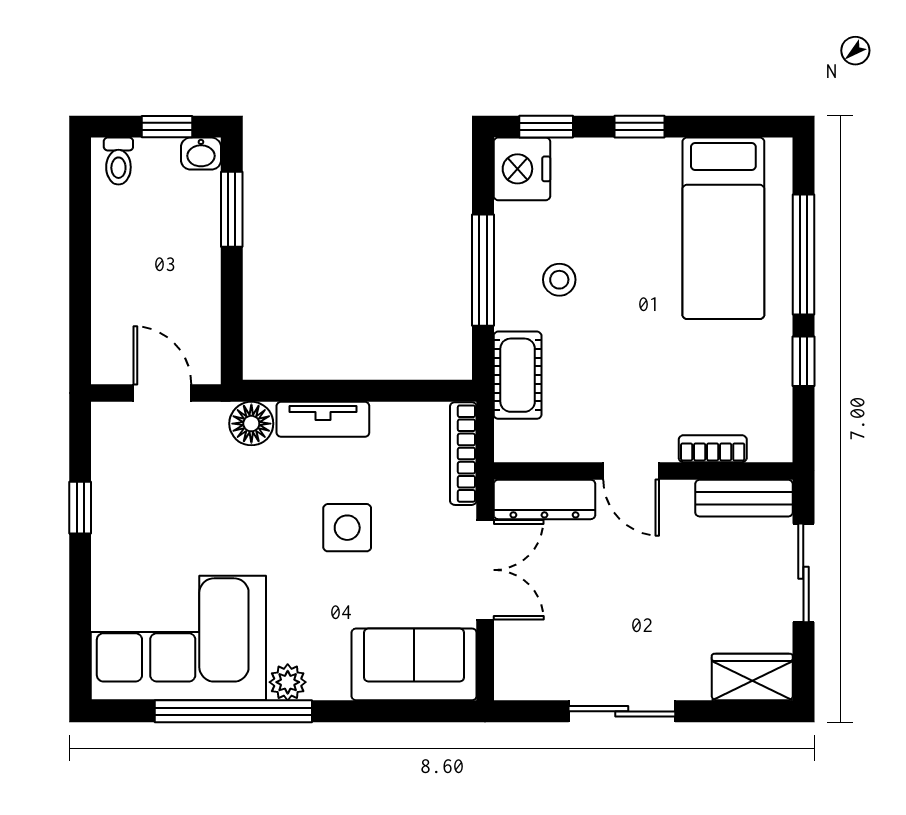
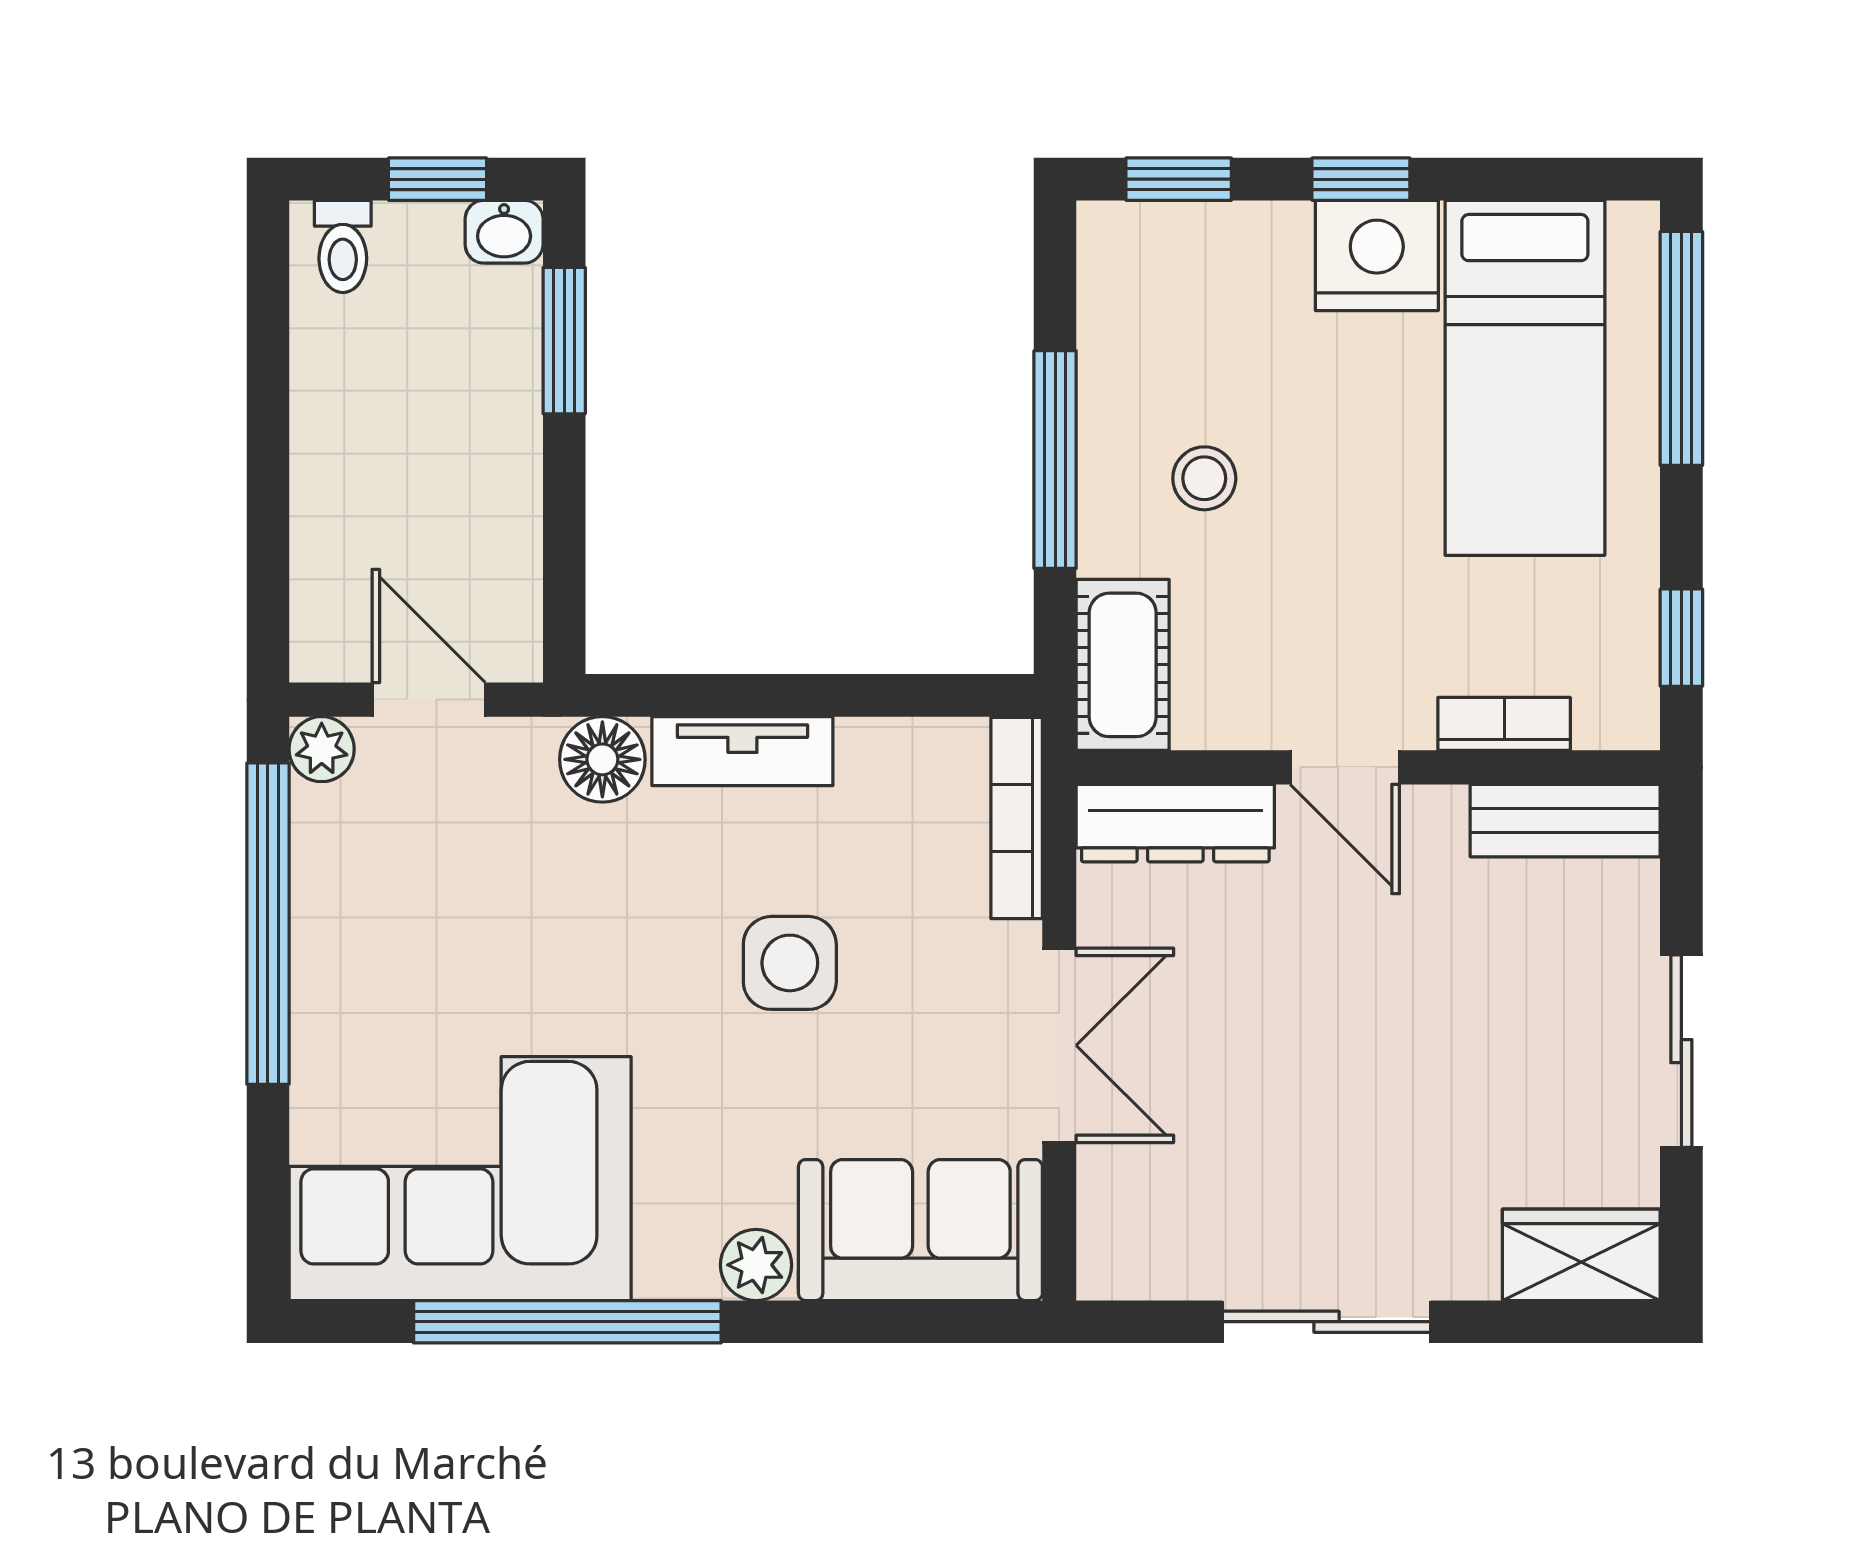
nightstand: (522, 169) -> (1377, 255), moved, turned 90
window: (803, 254) -> (1681, 348), moved
plant: (108, 418) -> (322, 749), added
bookcase: (713, 449) -> (1504, 724), moved
door: (631, 471) -> (1345, 767), moved
wall: (643, 471) -> (1368, 767), moved
bench: (744, 498) -> (1565, 821), moved
dresser: (544, 499) -> (1175, 823), moved
window: (80, 508) -> (268, 924), width x3.17
plant: (288, 682) -> (756, 1265), moved

